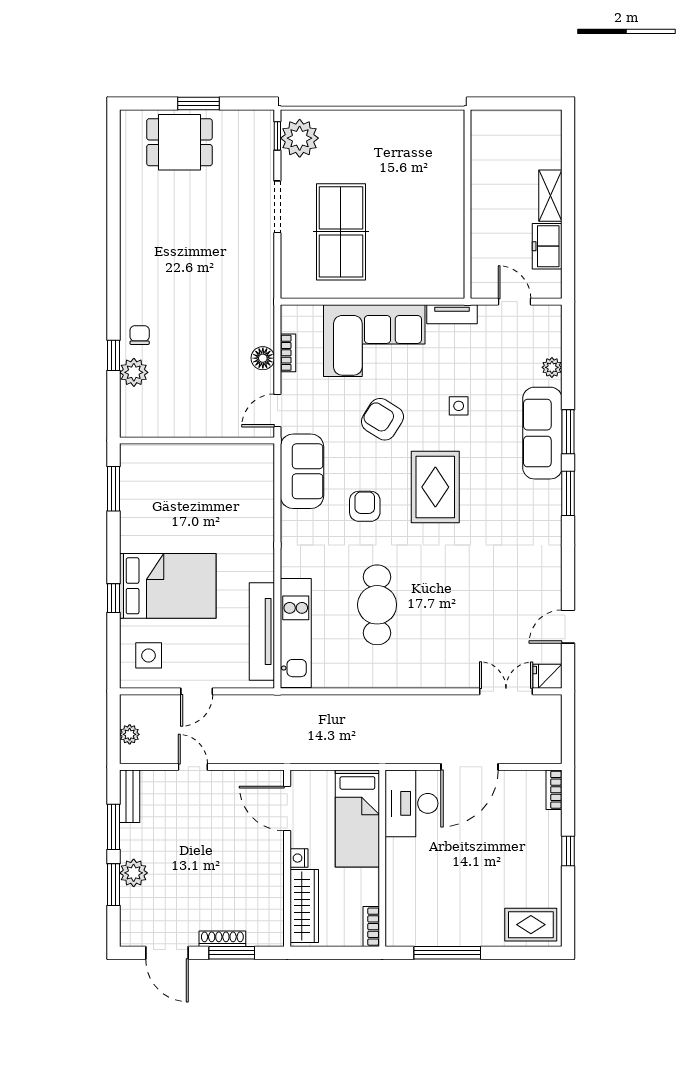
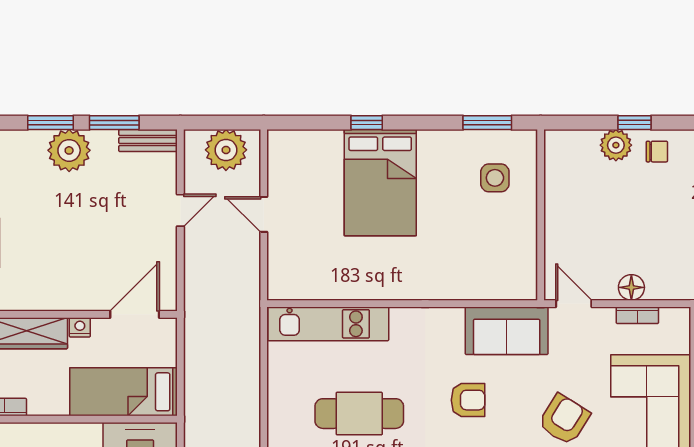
tv unit: (262, 632) -> (330, 287), removed
side table: (149, 655) -> (495, 178), moved
plant: (130, 734) -> (226, 150), width x1.87, depth x1.87
plant: (134, 873) -> (69, 150), width x1.36, depth x1.36

